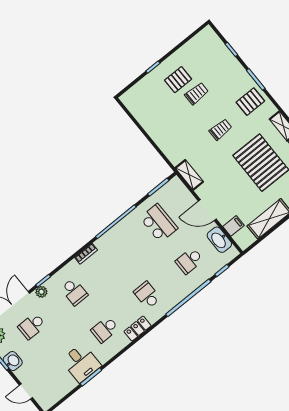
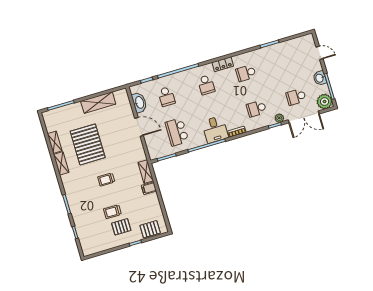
pallet: (250, 102) -> (150, 229), moved
shelving: (189, 175) -> (146, 172), moved
filing cabinet: (234, 226) -> (149, 188), moved
school desk: (189, 261) -> (166, 97), turned 90
school desk: (74, 292) -> (256, 109), turned -90
school desk: (32, 326) -> (296, 97), turned 180
school desk: (105, 329) -> (246, 73), turned 180
desk: (81, 363) -> (215, 129), moved, turned 180

